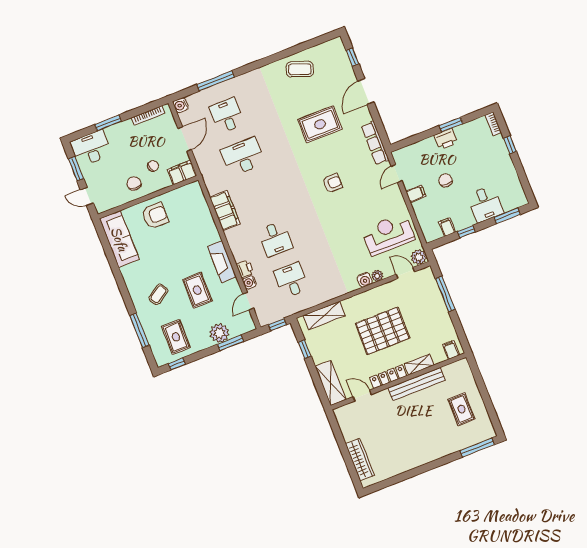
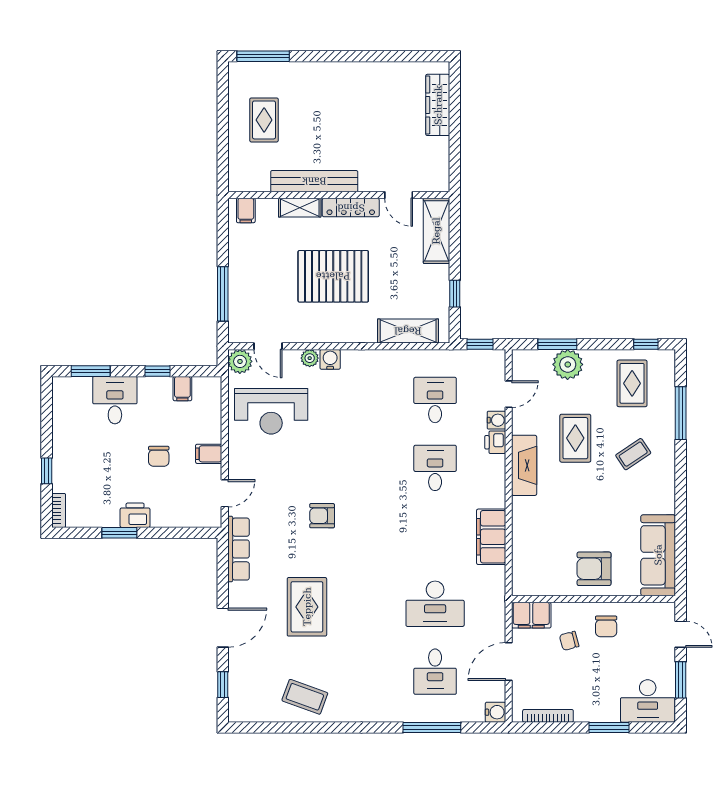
rug: (320, 124) -> (307, 607), turned 90
desk: (291, 280) -> (435, 400), turned 180

